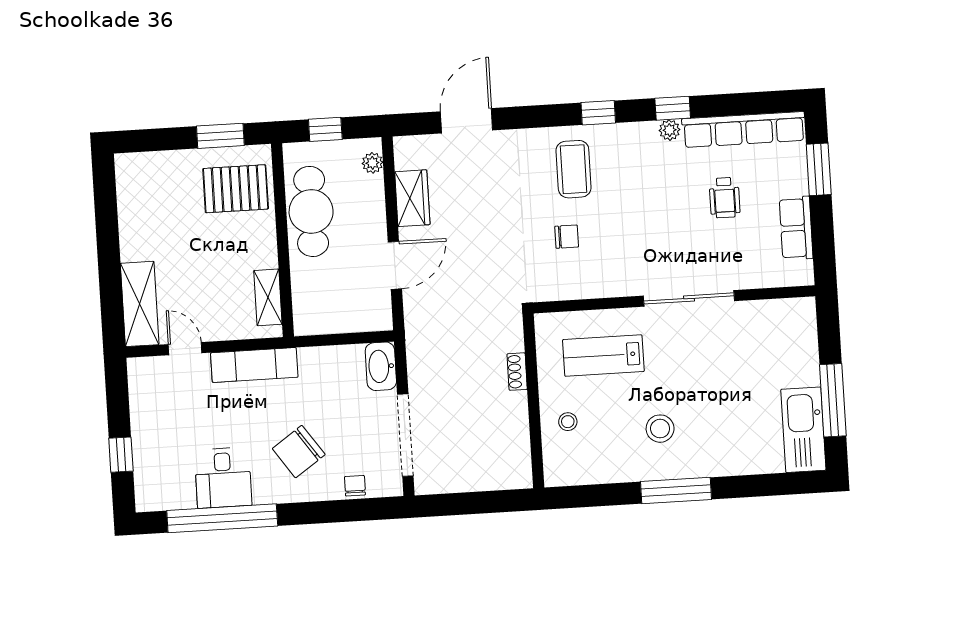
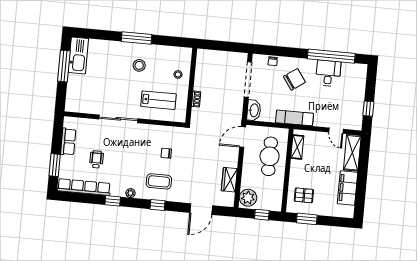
window: (598, 113) -> (158, 205), moved
plant: (670, 130) -> (130, 193), moved
plant: (372, 163) -> (248, 198), width x1.87, depth x1.87
coffee table: (574, 169) -> (159, 181), turned 90
pallet: (236, 189) -> (304, 195), width x0.67, depth x0.71
cafe table: (311, 211) -> (270, 156), moved
filing cabinet: (138, 221) -> (348, 188), added
door: (395, 265) -> (243, 137), moved
exam couch: (254, 365) -> (294, 118), moved
window: (121, 455) -> (368, 109), moved

